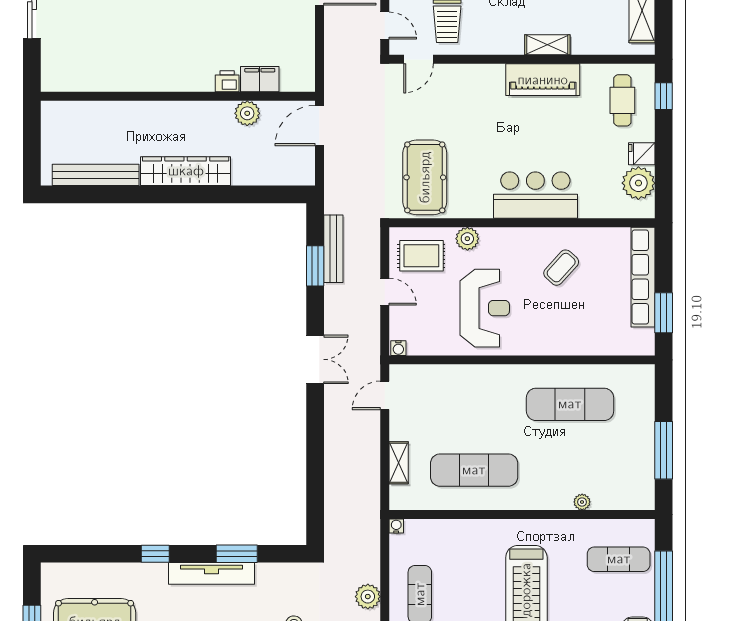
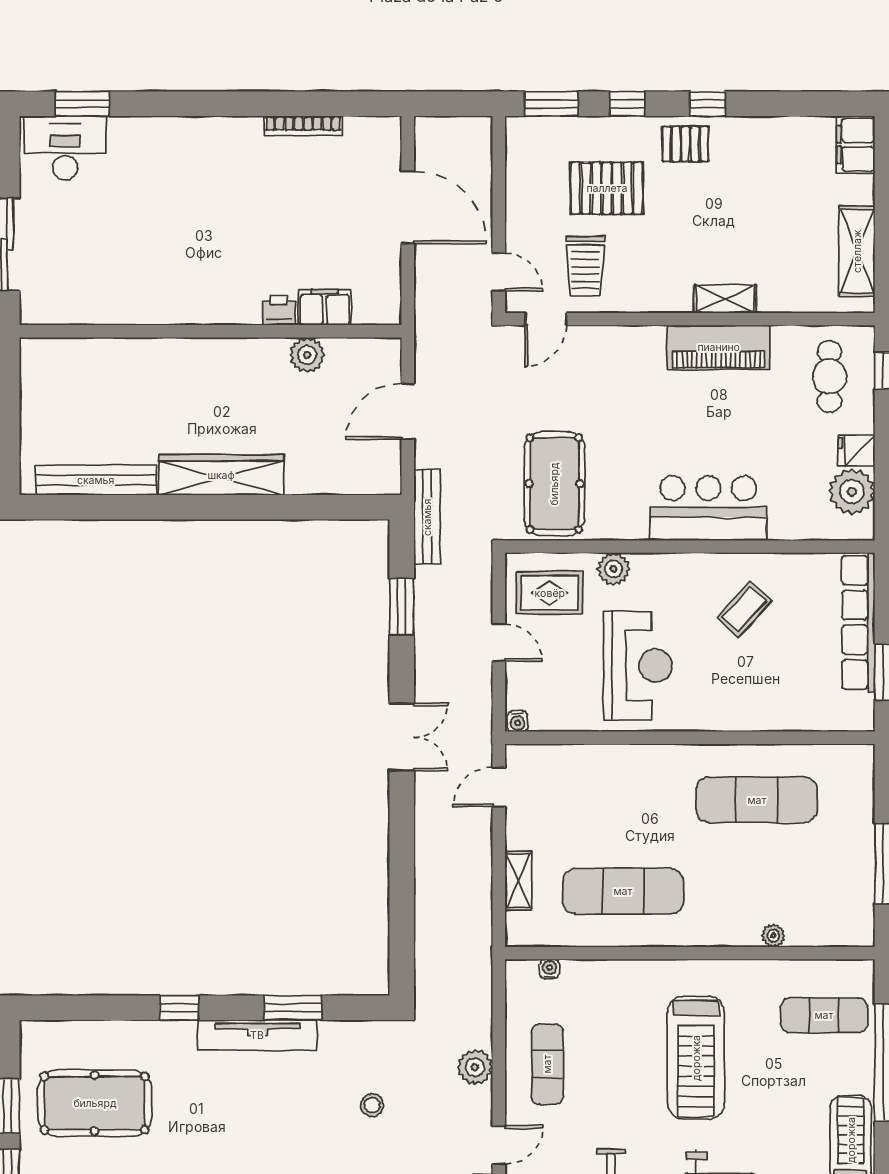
filing cabinet: (260, 79) -> (325, 307), moved
printer: (227, 81) -> (279, 310), moved
wall: (178, 96) -> (211, 331), moved
plant: (247, 113) -> (307, 355), moved
bench: (333, 249) -> (427, 517), moved
water cooler: (396, 526) -> (550, 969), moved

